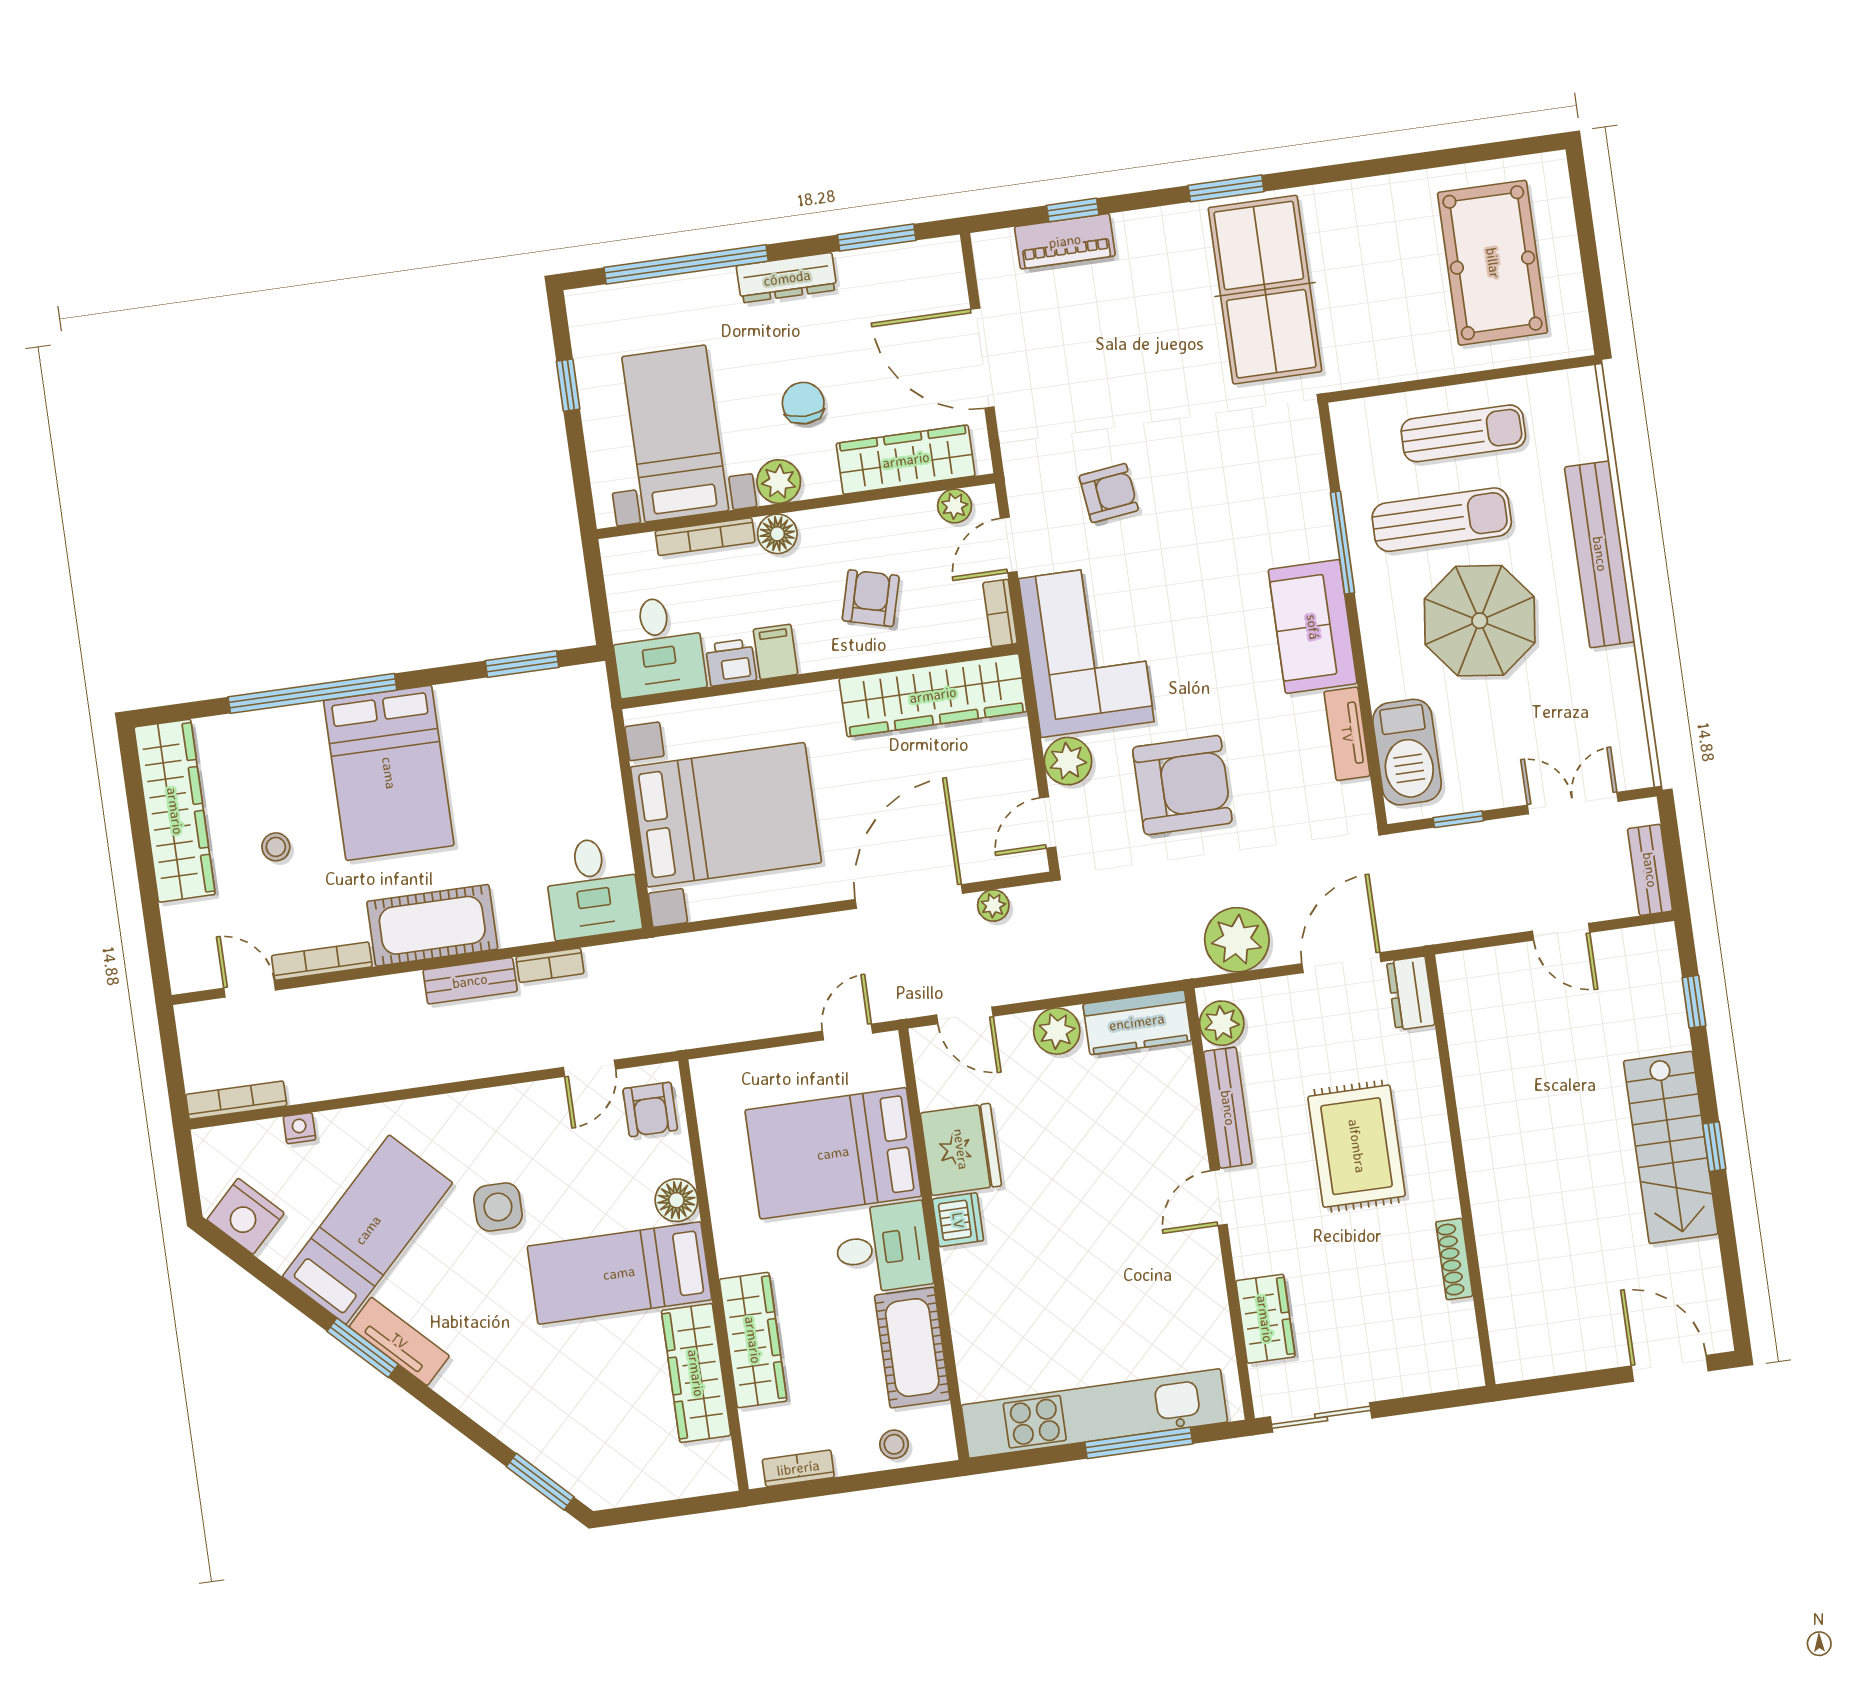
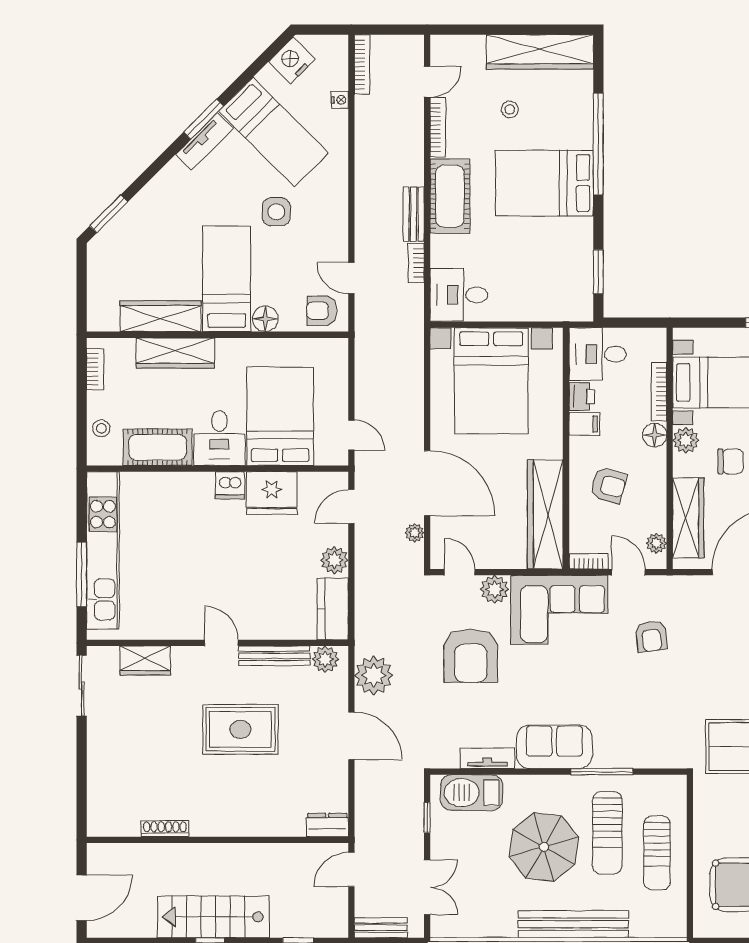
dresser: (1411, 993) -> (327, 825), moved
wall: (1460, 1170) -> (217, 840), moved
shoe rack: (1454, 1259) -> (165, 829), moved

